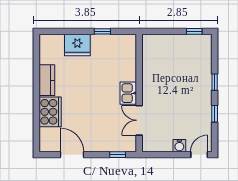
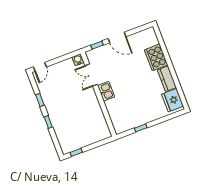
fridge: (77, 45) -> (172, 100), moved, turned -90
double door: (139, 120) -> (91, 75), swing flipped
water cooler: (179, 146) -> (78, 60), moved
door: (72, 155) -> (117, 38), moved

